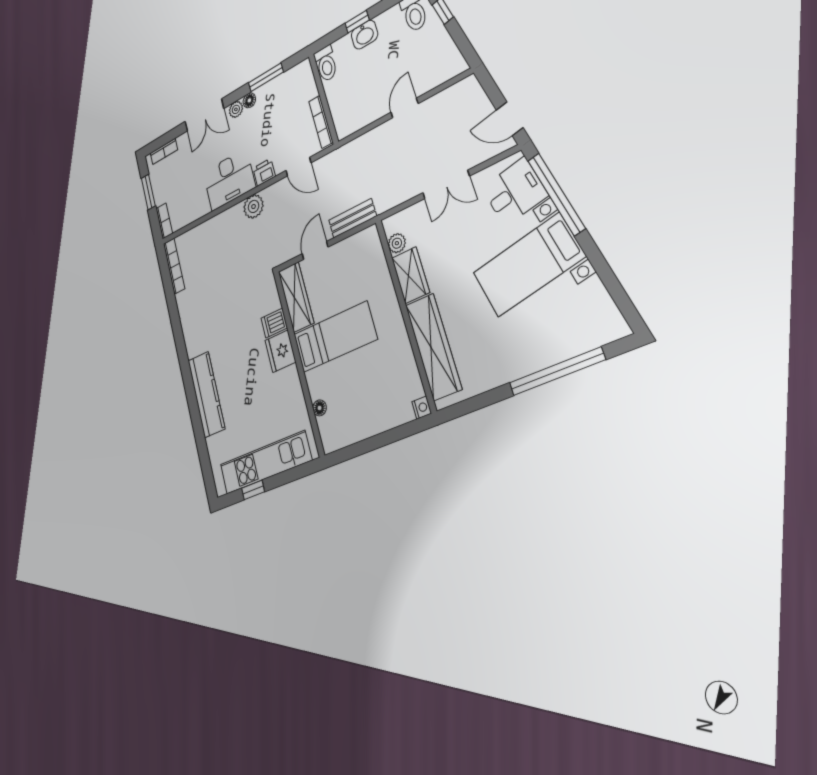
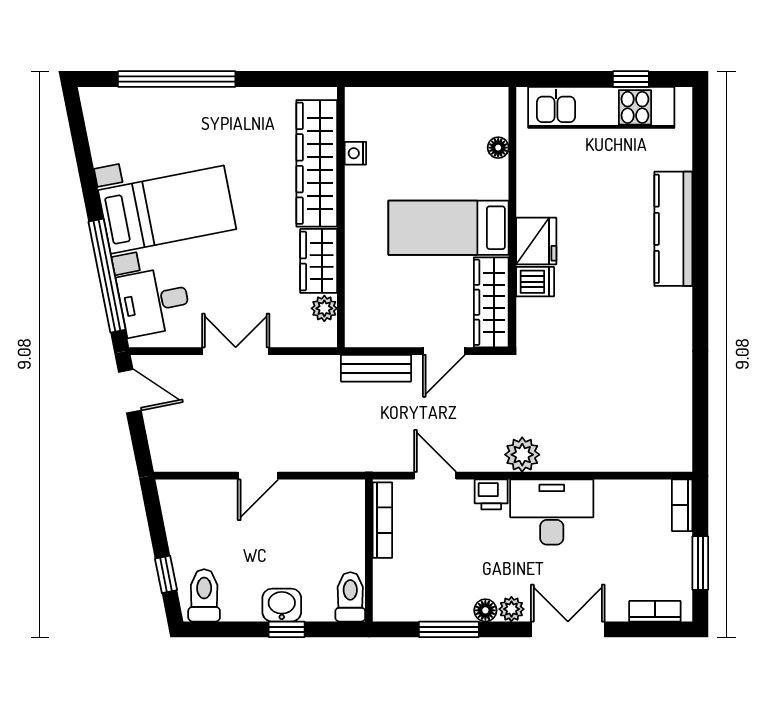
bookcase: (174, 266) -> (682, 431), removed
nightstand: (422, 408) -> (355, 153), moved

